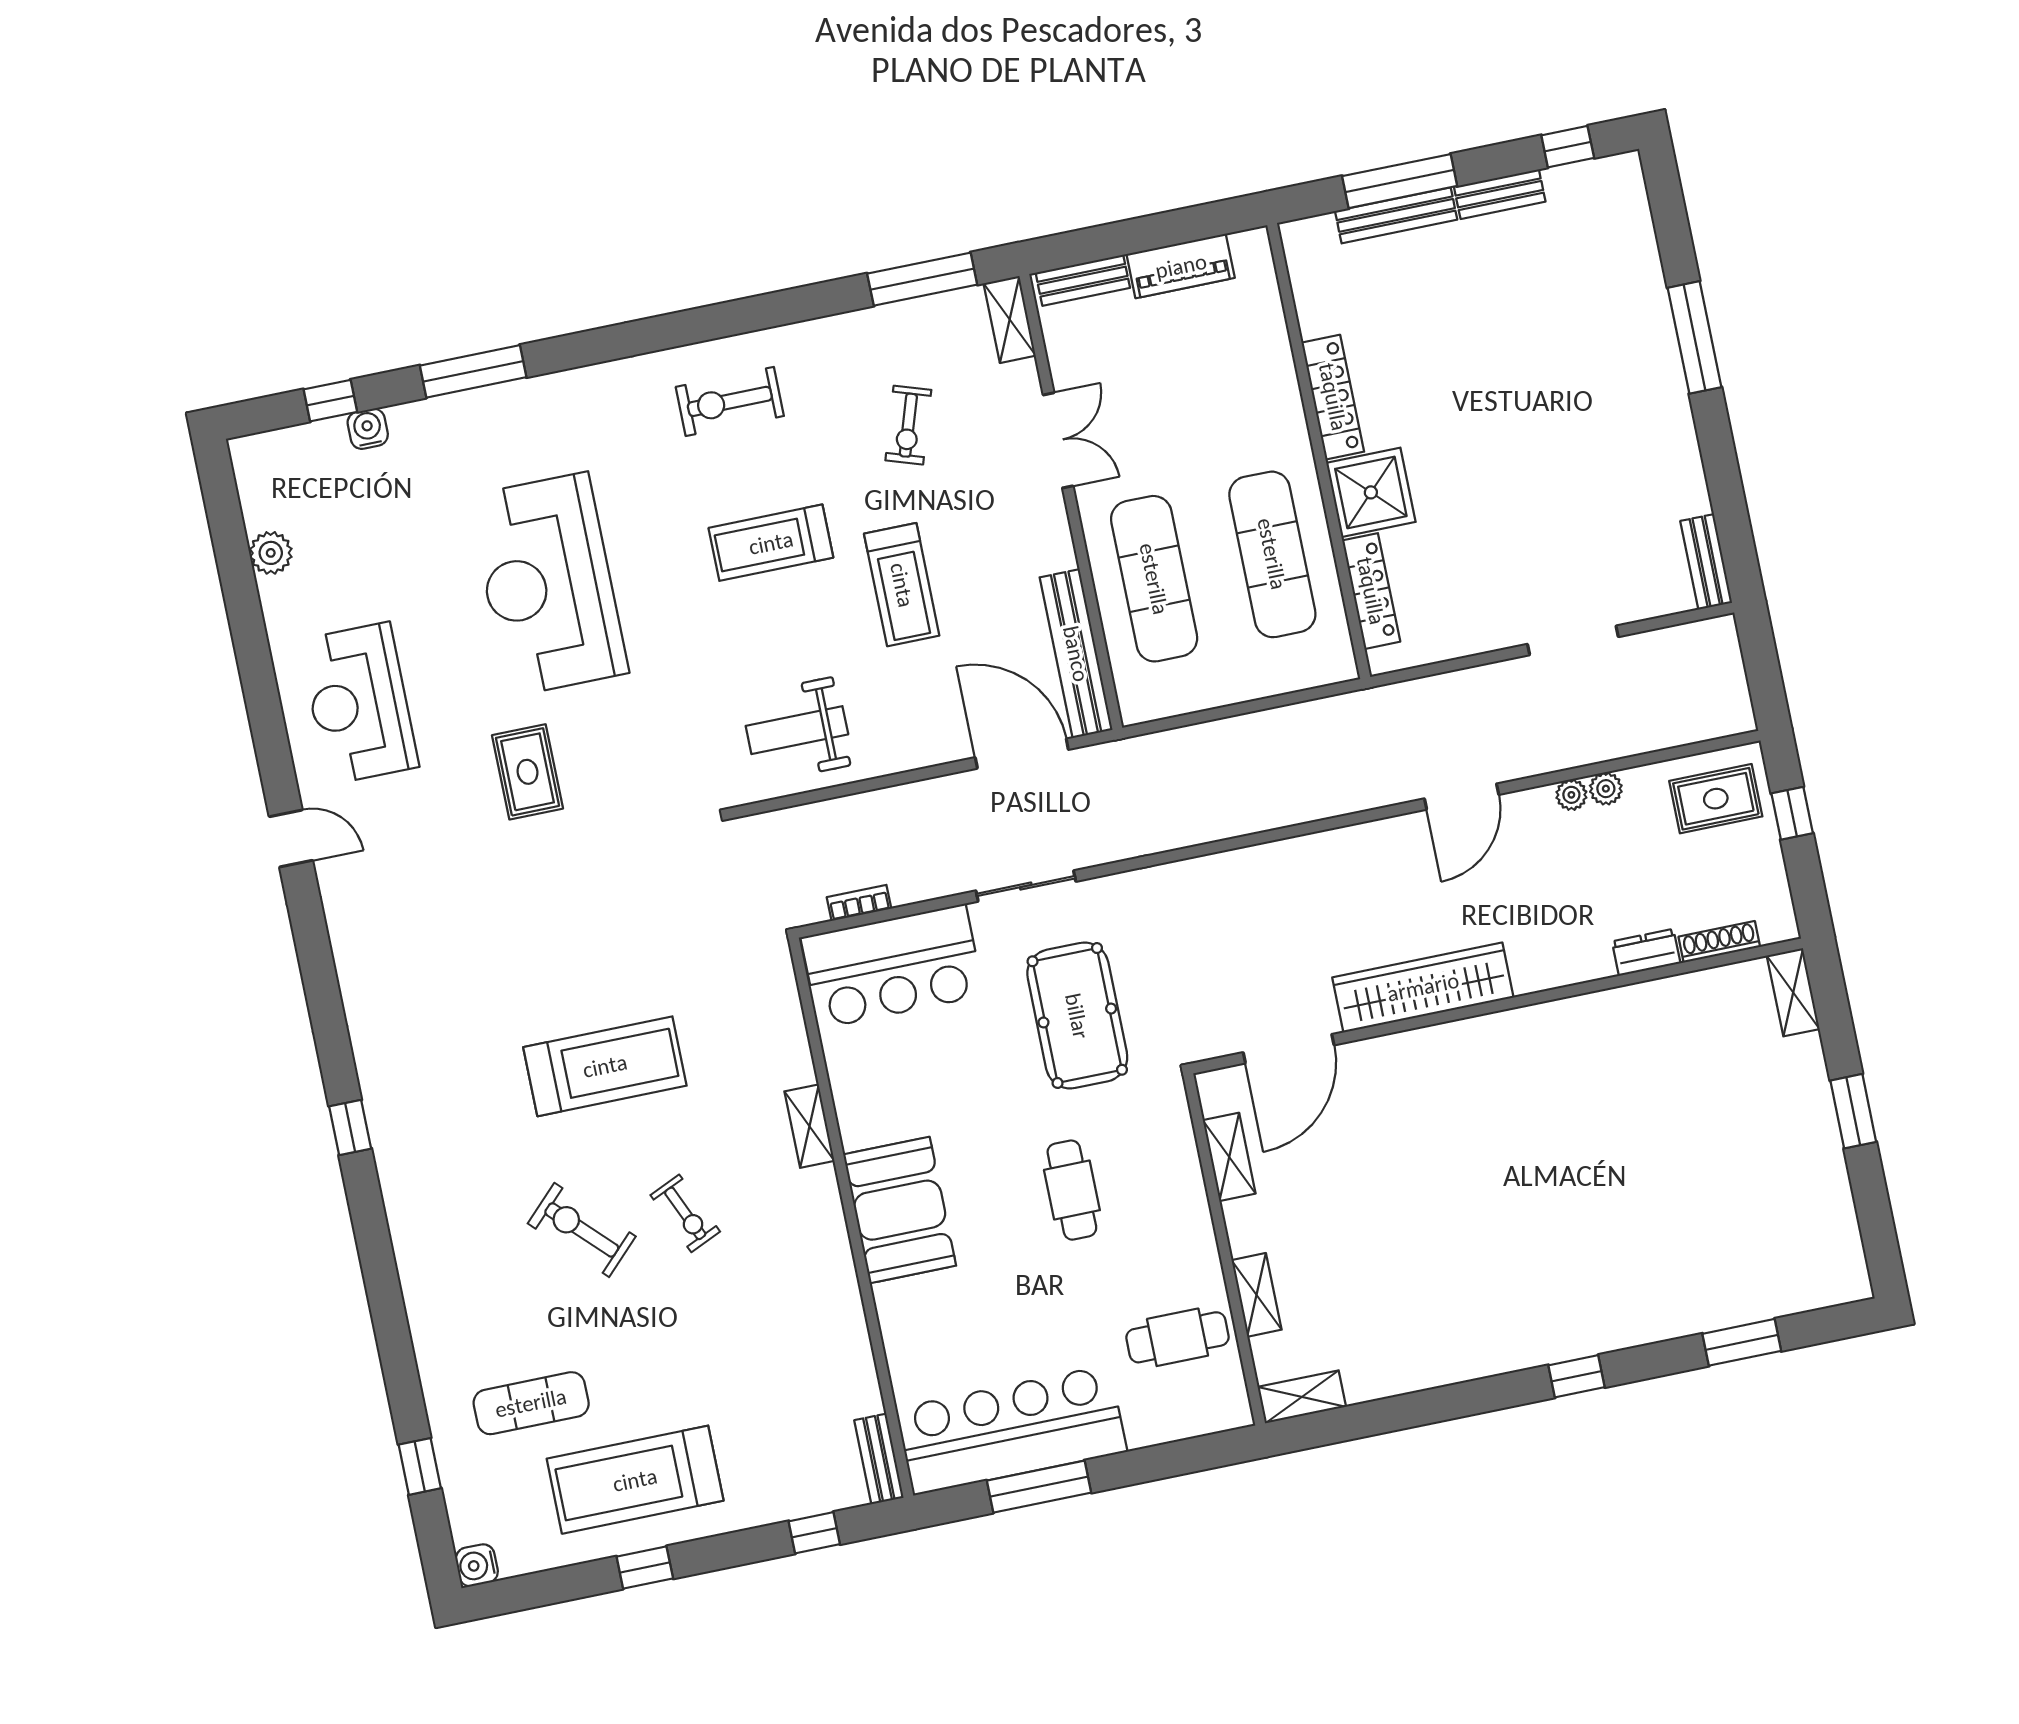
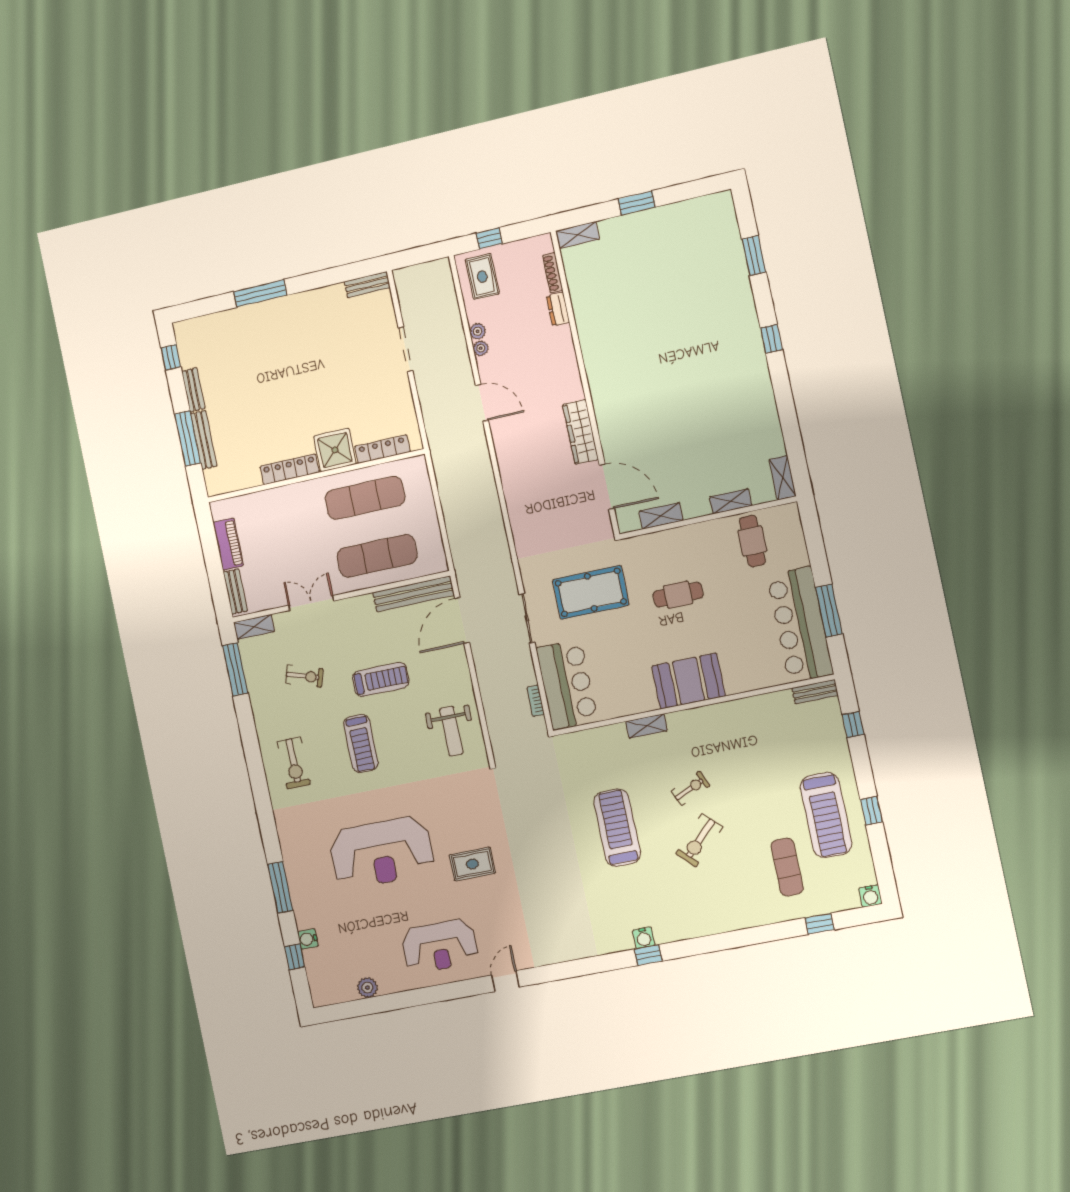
wardrobe: (1423, 987) -> (581, 432), width x0.71, depth x0.85
water cooler: (385, 1119) -> (644, 938), added

